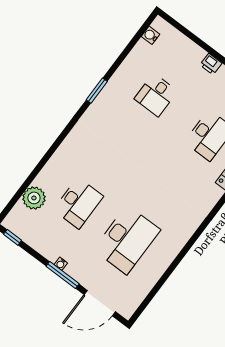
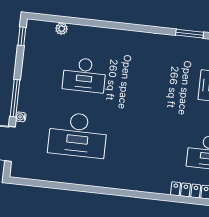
plant: (34, 198) -> (62, 29), width x0.53, depth x0.53
water cooler: (61, 264) -> (21, 117), moved

